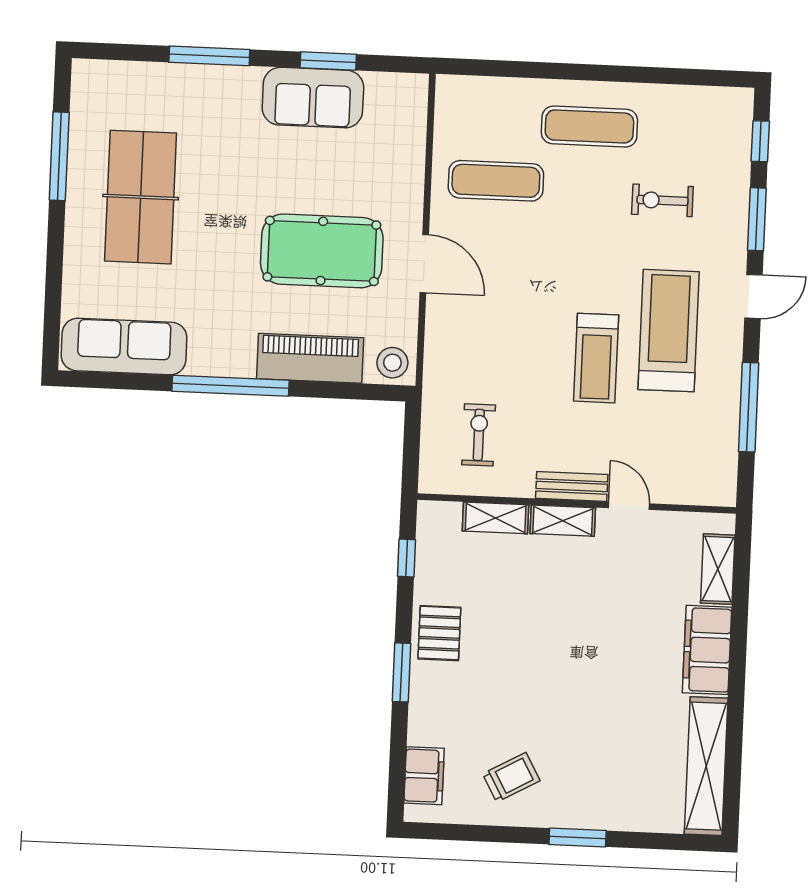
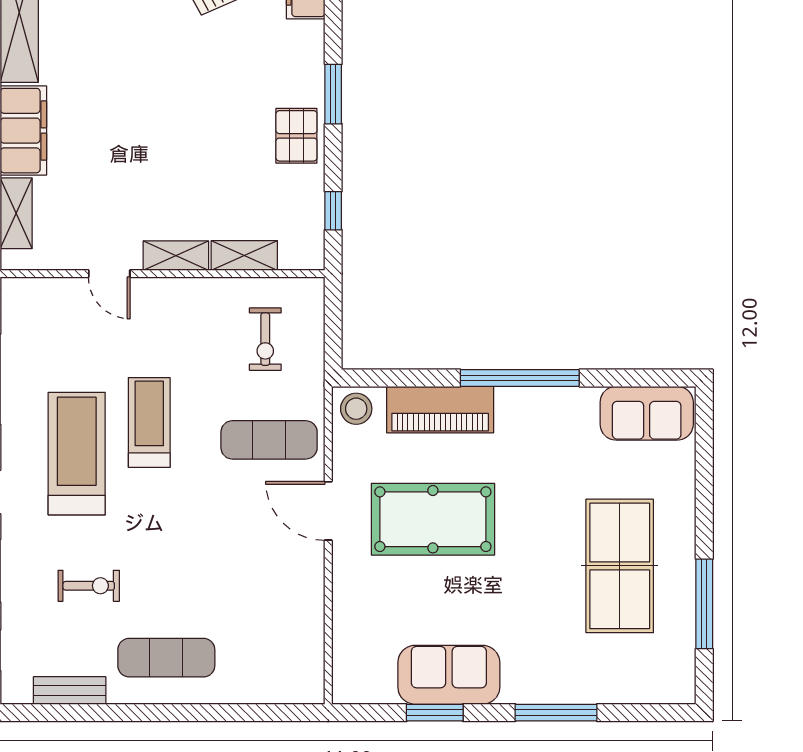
exercise mat: (496, 181) -> (269, 440), moved
treadmill: (669, 331) -> (77, 454), turned 180
sofa: (124, 347) -> (647, 413), width x0.73
bench: (572, 486) -> (70, 691), moved

